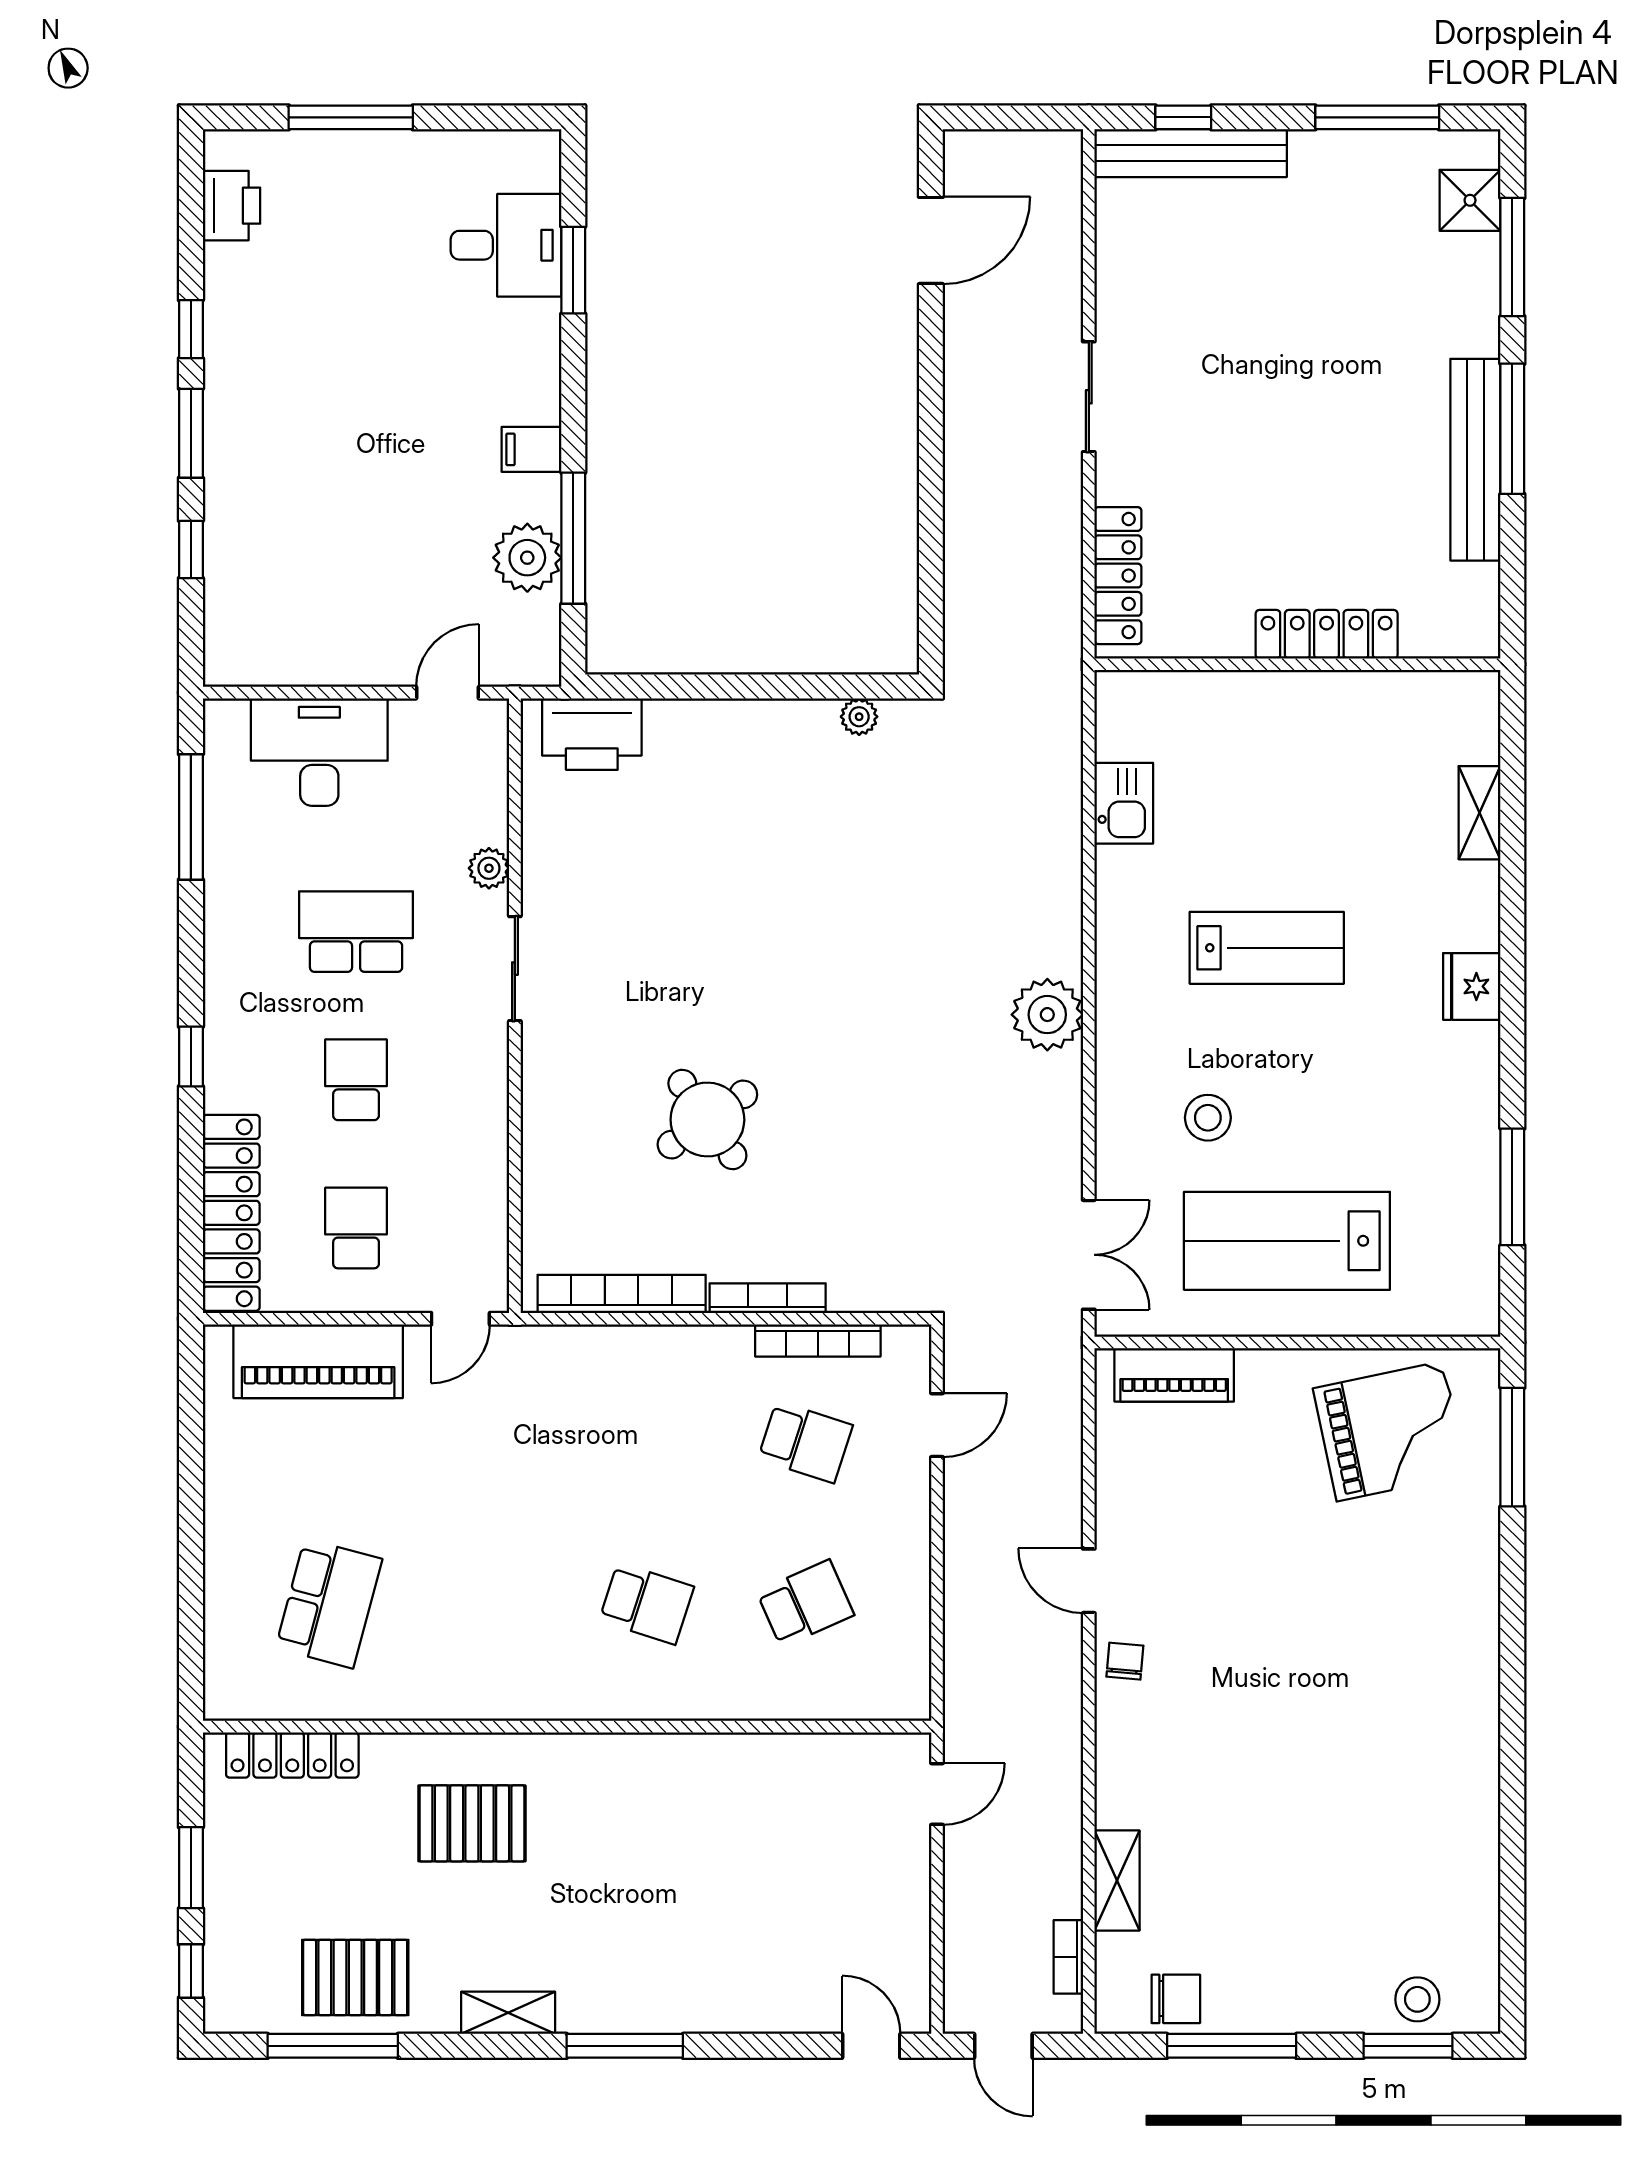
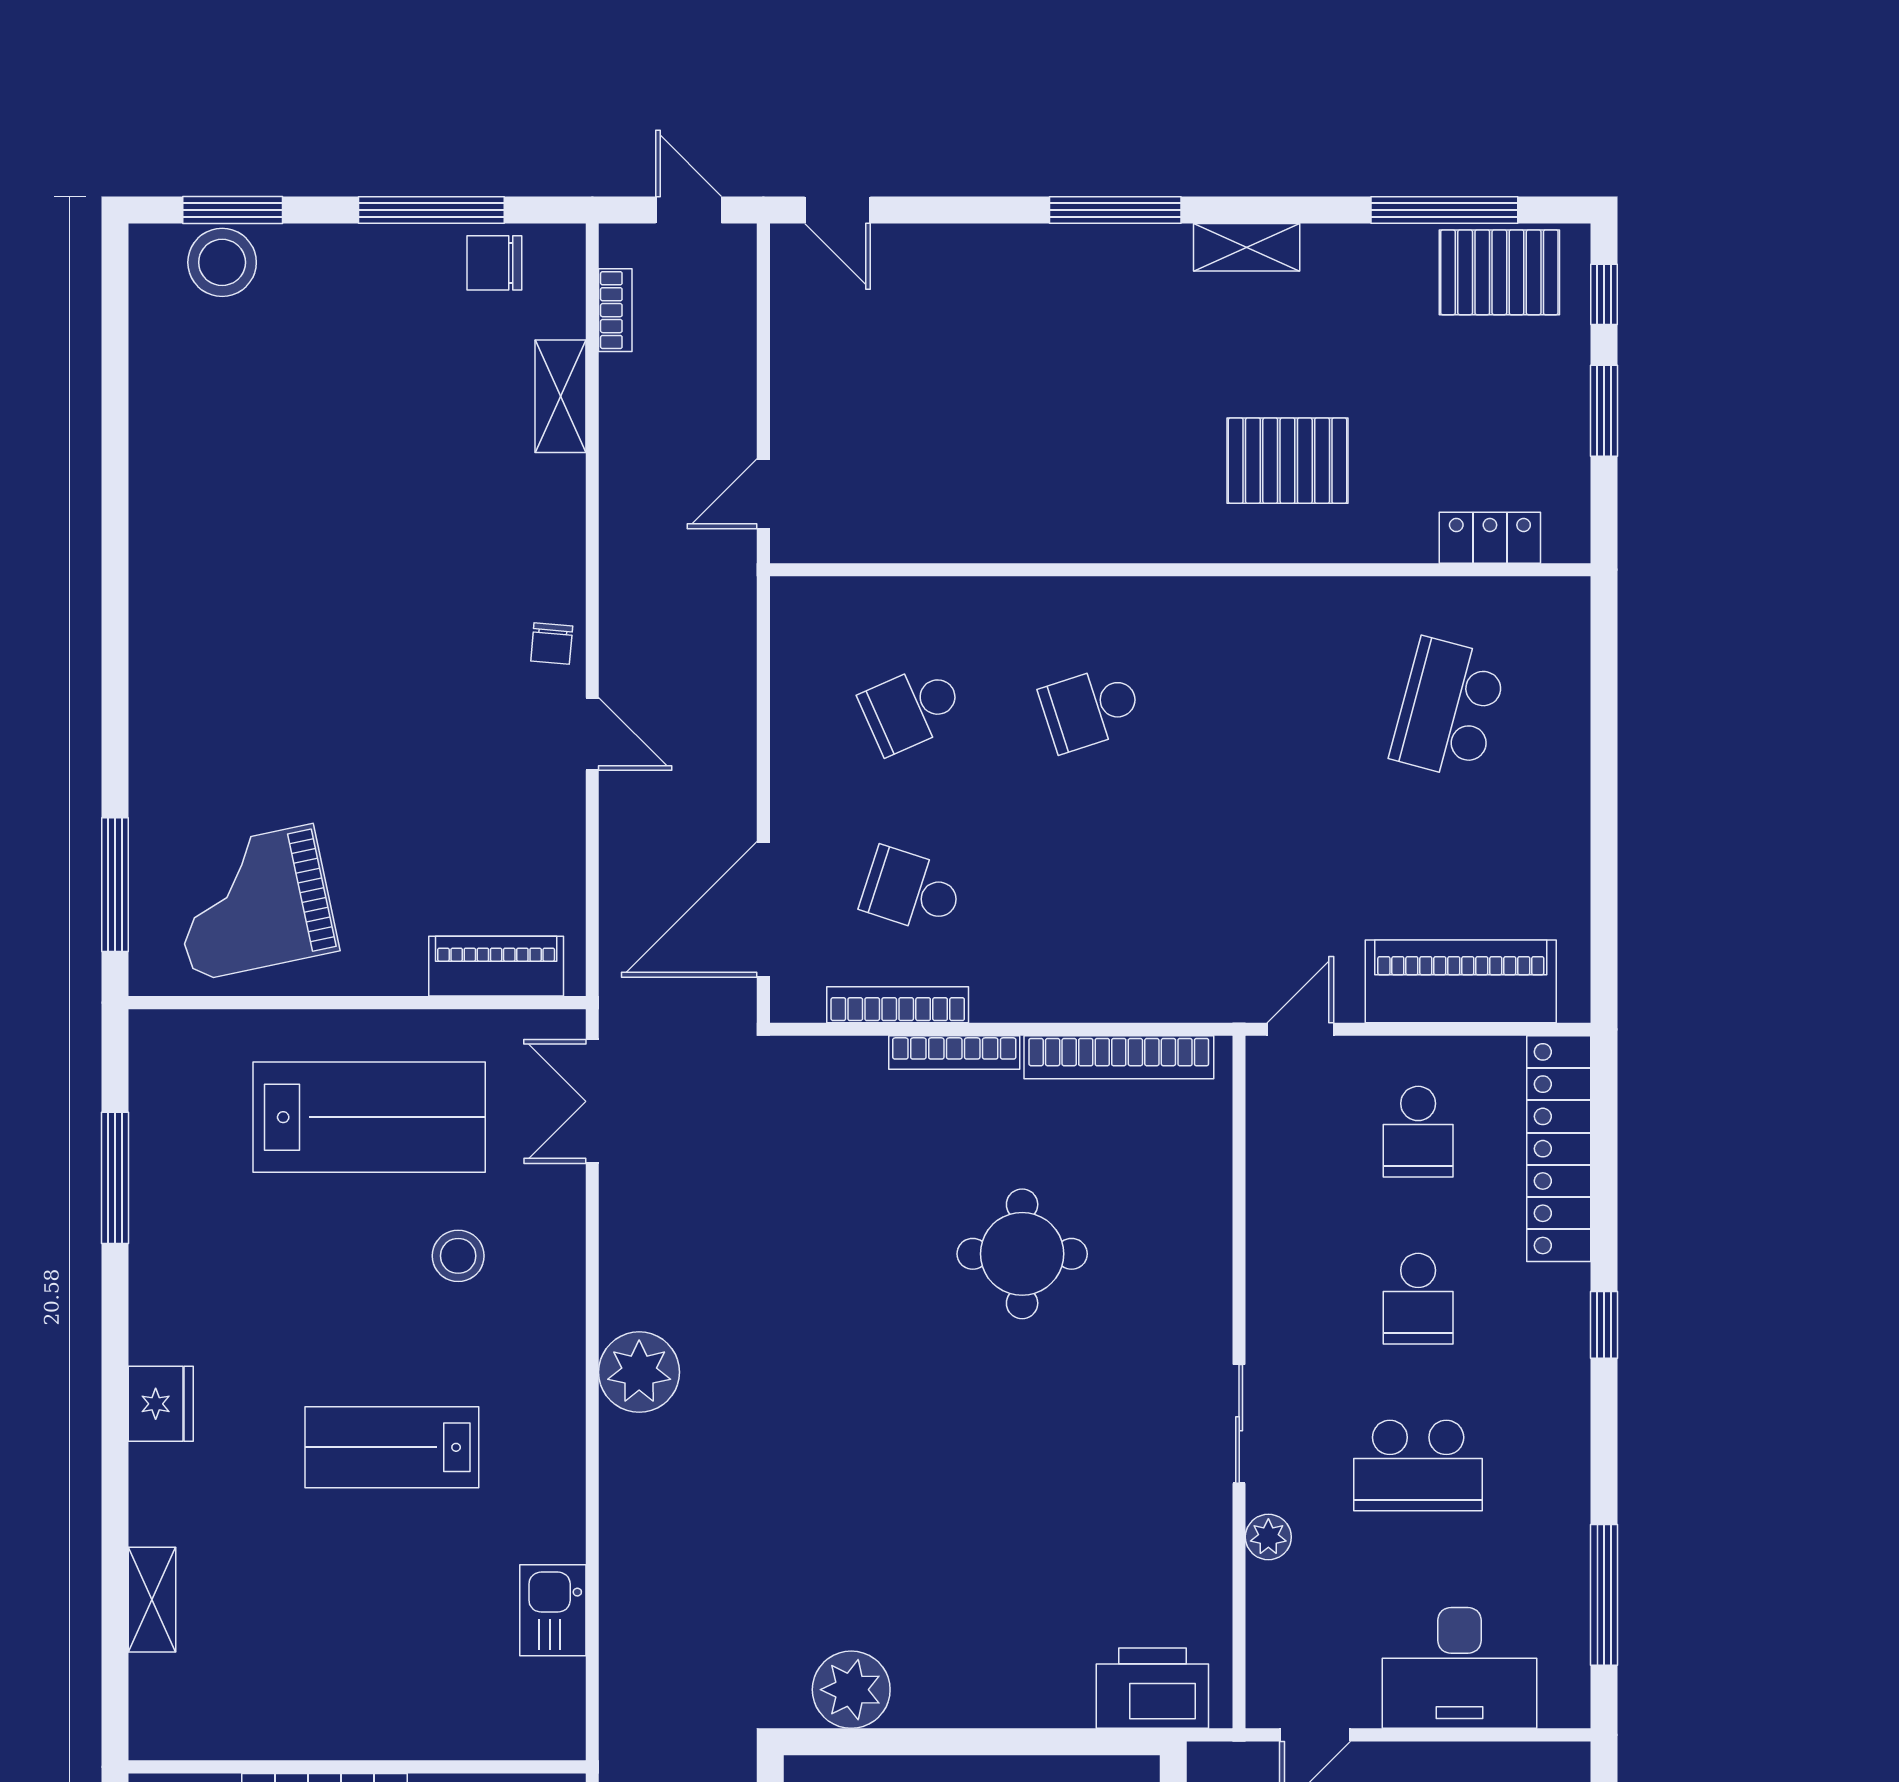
plant: (859, 717) -> (851, 1690), width x1.87, depth x1.87
round table: (707, 1119) -> (1022, 1254), turned 35
door: (937, 1425) -> (763, 909), width x1.88
school desk: (646, 1603) -> (1091, 708), turned -36
locker: (292, 1755) -> (1490, 538), width x0.66
pallet: (355, 1977) -> (1499, 272), moved
stool: (1417, 1999) -> (222, 262), width x1.38, depth x1.38

